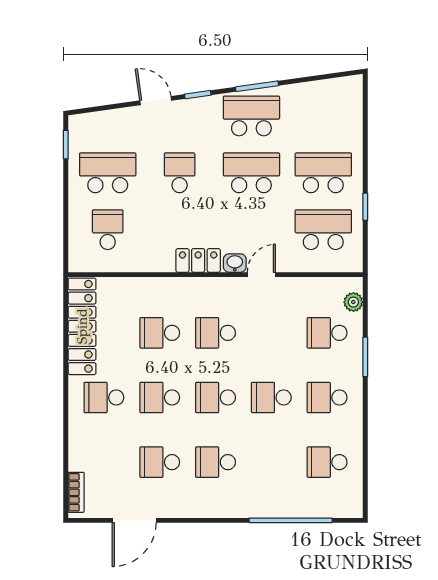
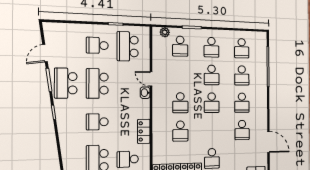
door: (156, 101) -> (45, 53), moved
school desk: (323, 173) -> (97, 45), width x0.54
locker: (198, 260) -> (144, 131), moved
school desk: (160, 397) -> (242, 75), moved

